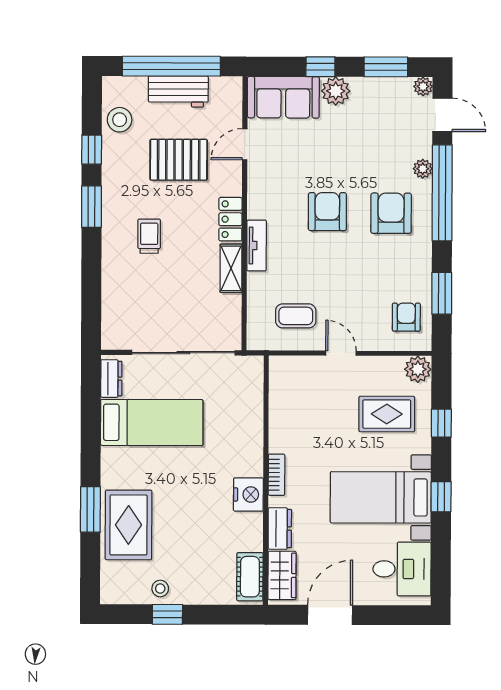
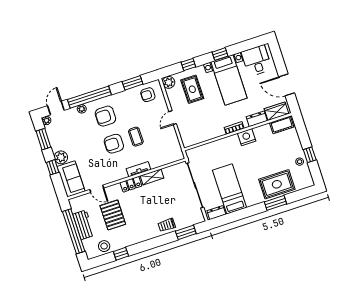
window: (91, 207) -> (186, 232), moved
trolley: (149, 236) -> (167, 225), moved
coffee table: (296, 316) -> (136, 137), moved

